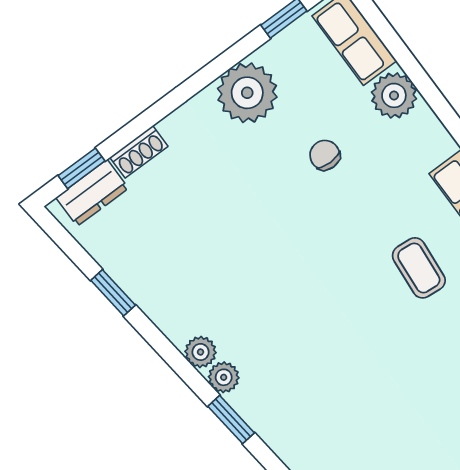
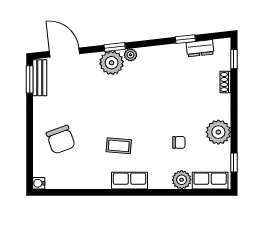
dresser: (92, 193) -> (200, 48), moved, turned -96
plant: (201, 352) -> (112, 63), moved, width x1.88, depth x1.88

